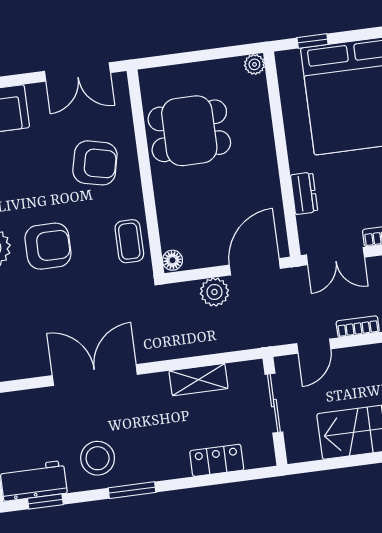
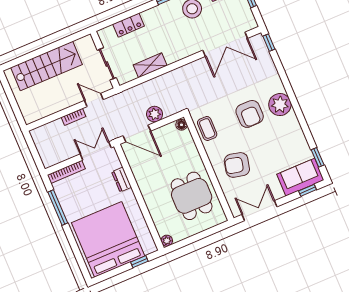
dining table: (189, 131) -> (192, 196), turned 90
armchair: (48, 246) -> (250, 114), turned -90
door: (255, 267) -> (137, 133), hinge flipped
door: (314, 346) -> (94, 100), hinge flipped
double door: (95, 375) -> (225, 44), moved

